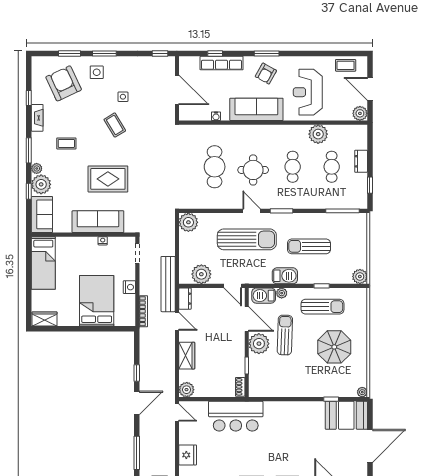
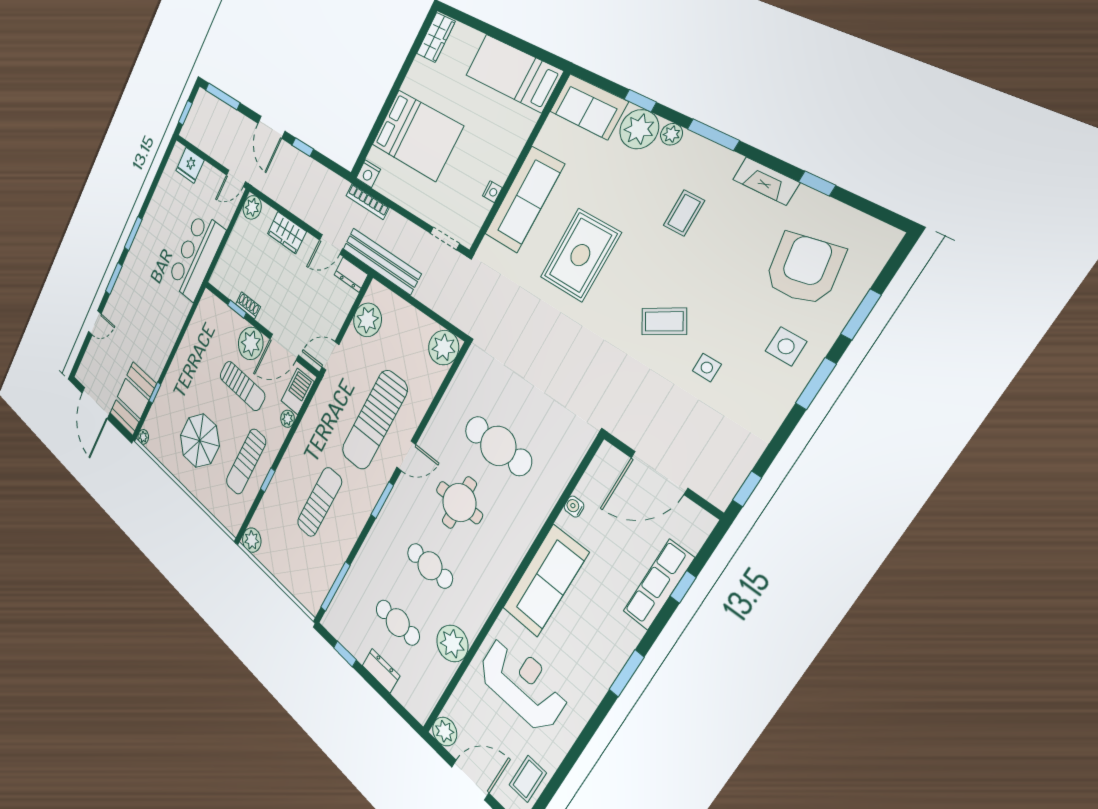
armchair: (266, 74) -> (593, 644), removed
armchair: (64, 83) -> (804, 269), turned -75
barbecue: (285, 276) -> (304, 440), removed
nightstand: (129, 287) -> (368, 174), moved
shoe rack: (240, 387) -> (248, 305), moved

